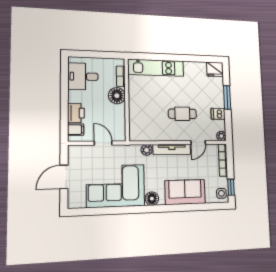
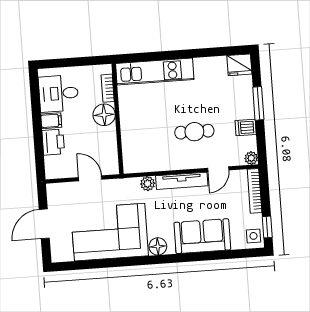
filing cabinet: (76, 130) -> (51, 121), moved

